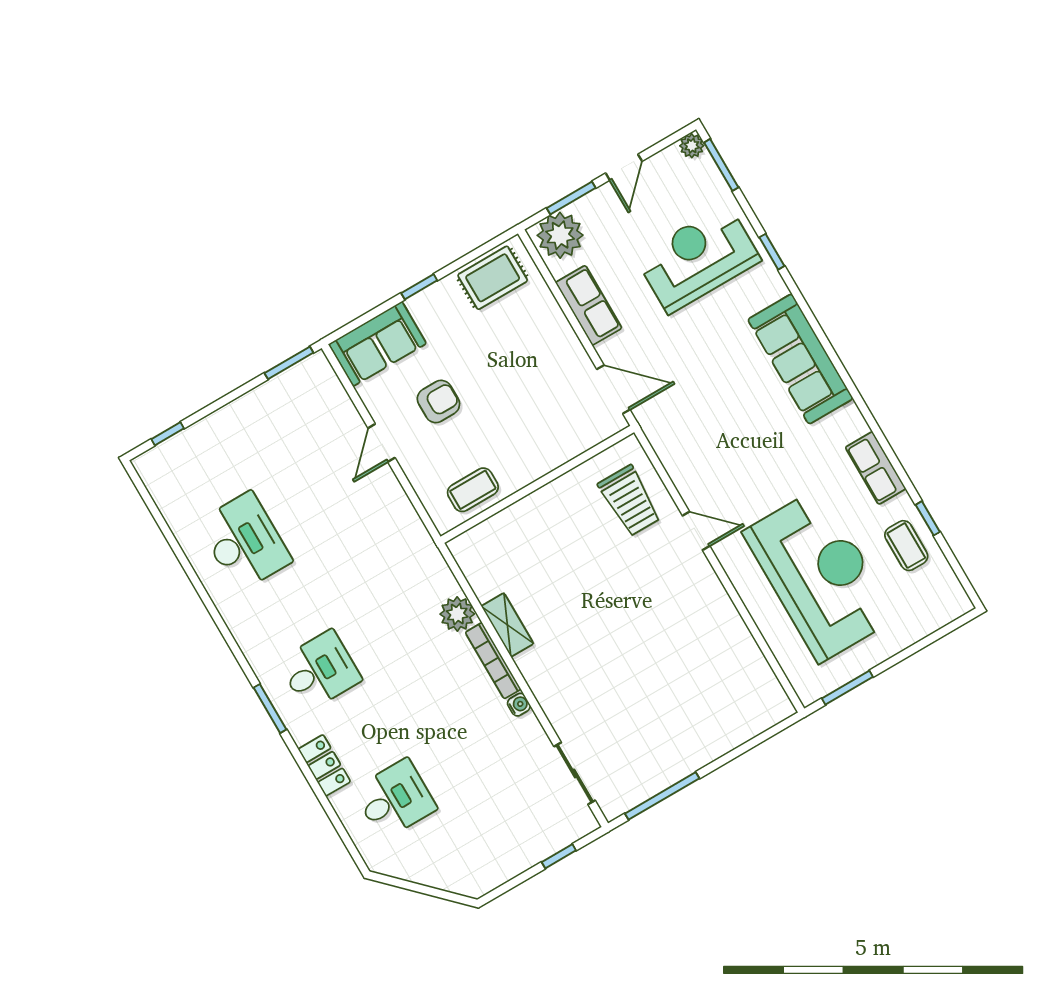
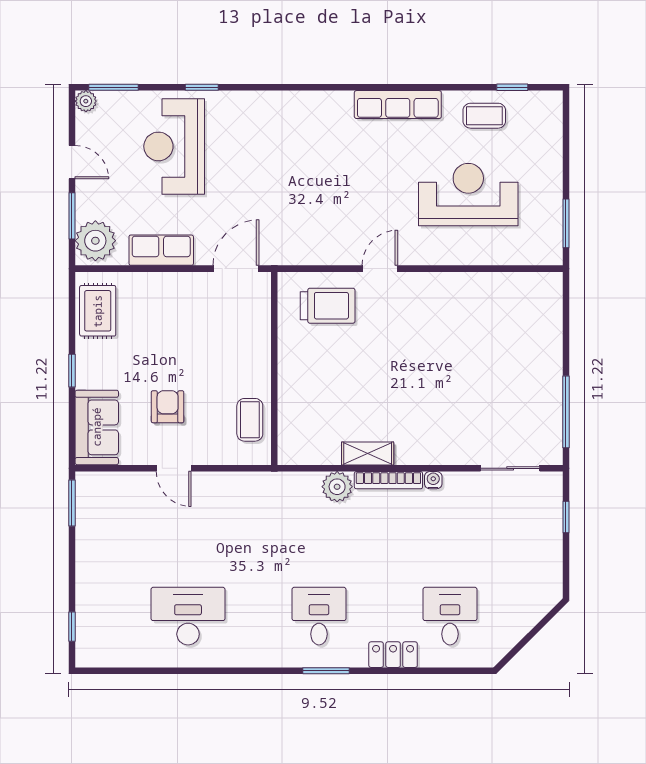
sofa: (800, 359) -> (296, 113), removed
row of seats: (876, 468) -> (398, 105), width x1.48
window: (928, 518) -> (512, 87), moved
reception desk: (820, 575) -> (468, 195), width x0.74, depth x0.77

